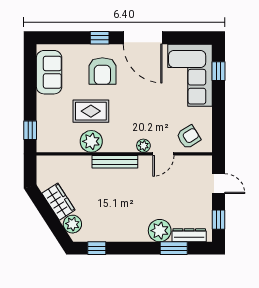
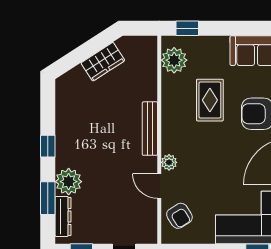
plant: (91, 141) -> (174, 60), moved
plant: (72, 224) -> (76, 78), removed
window: (97, 248) -> (48, 146), moved

